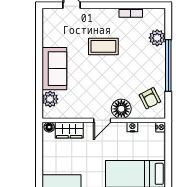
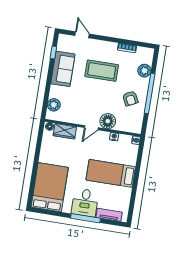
window: (39, 33) -> (53, 53), added
coffee table: (103, 46) -> (102, 71), width x1.36, depth x1.32
sofa: (54, 69) -> (63, 69), moved
armchair: (150, 98) -> (130, 98), moved

